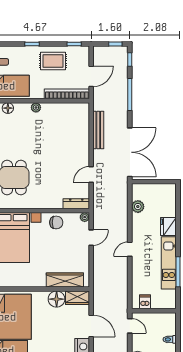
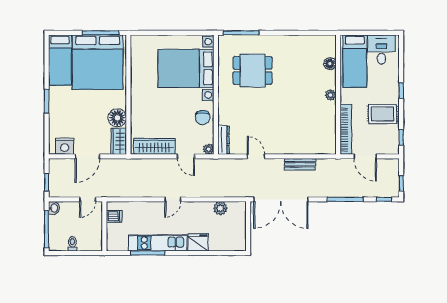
rug: (53, 61) -> (382, 114), turned 90
bench: (98, 130) -> (300, 164), width x0.73
door: (130, 249) -> (173, 199), swing flipped
wardrobe: (65, 280) -> (154, 146), moved, turned -90

